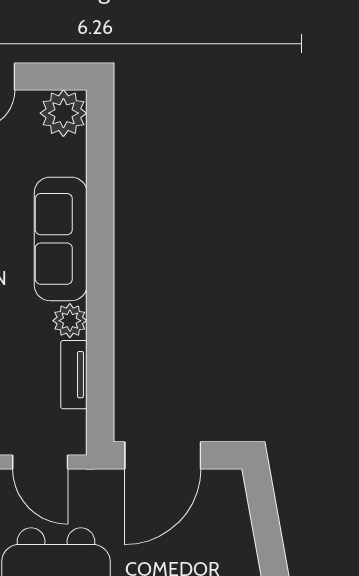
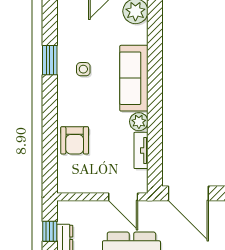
door: (163, 455) -> (188, 193), hinge flipped

